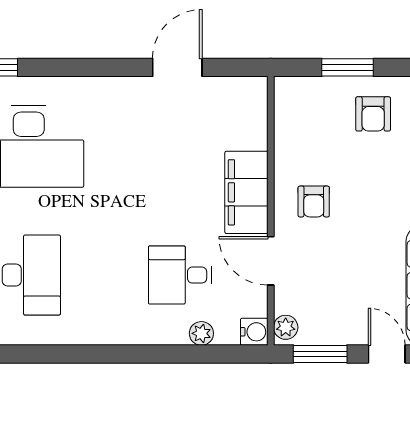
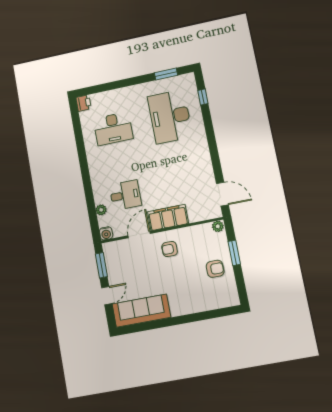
door: (177, 67) -> (222, 194), moved
armchair: (373, 114) -> (215, 269), turned 180
desk: (180, 275) -> (125, 195), turned 90
plant: (286, 327) -> (218, 226), moved

